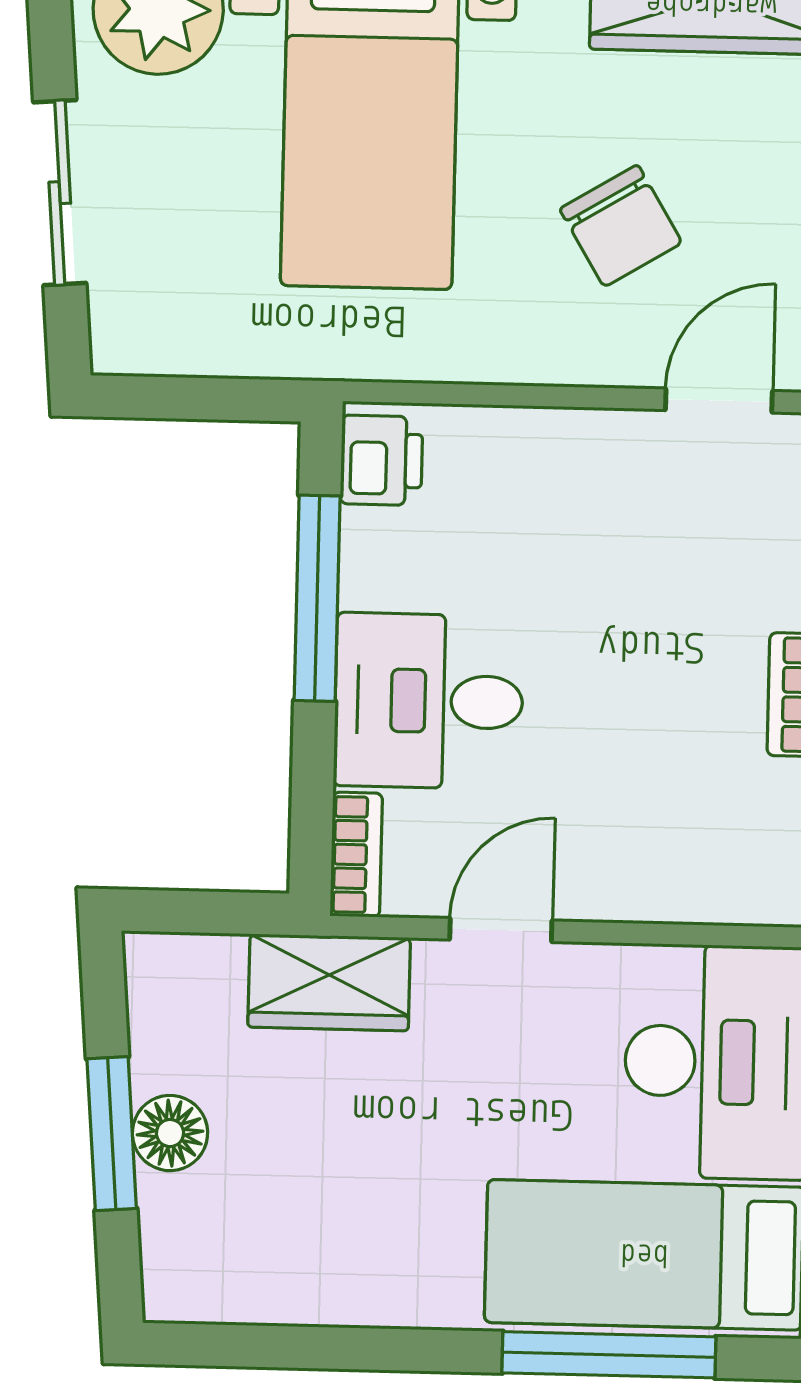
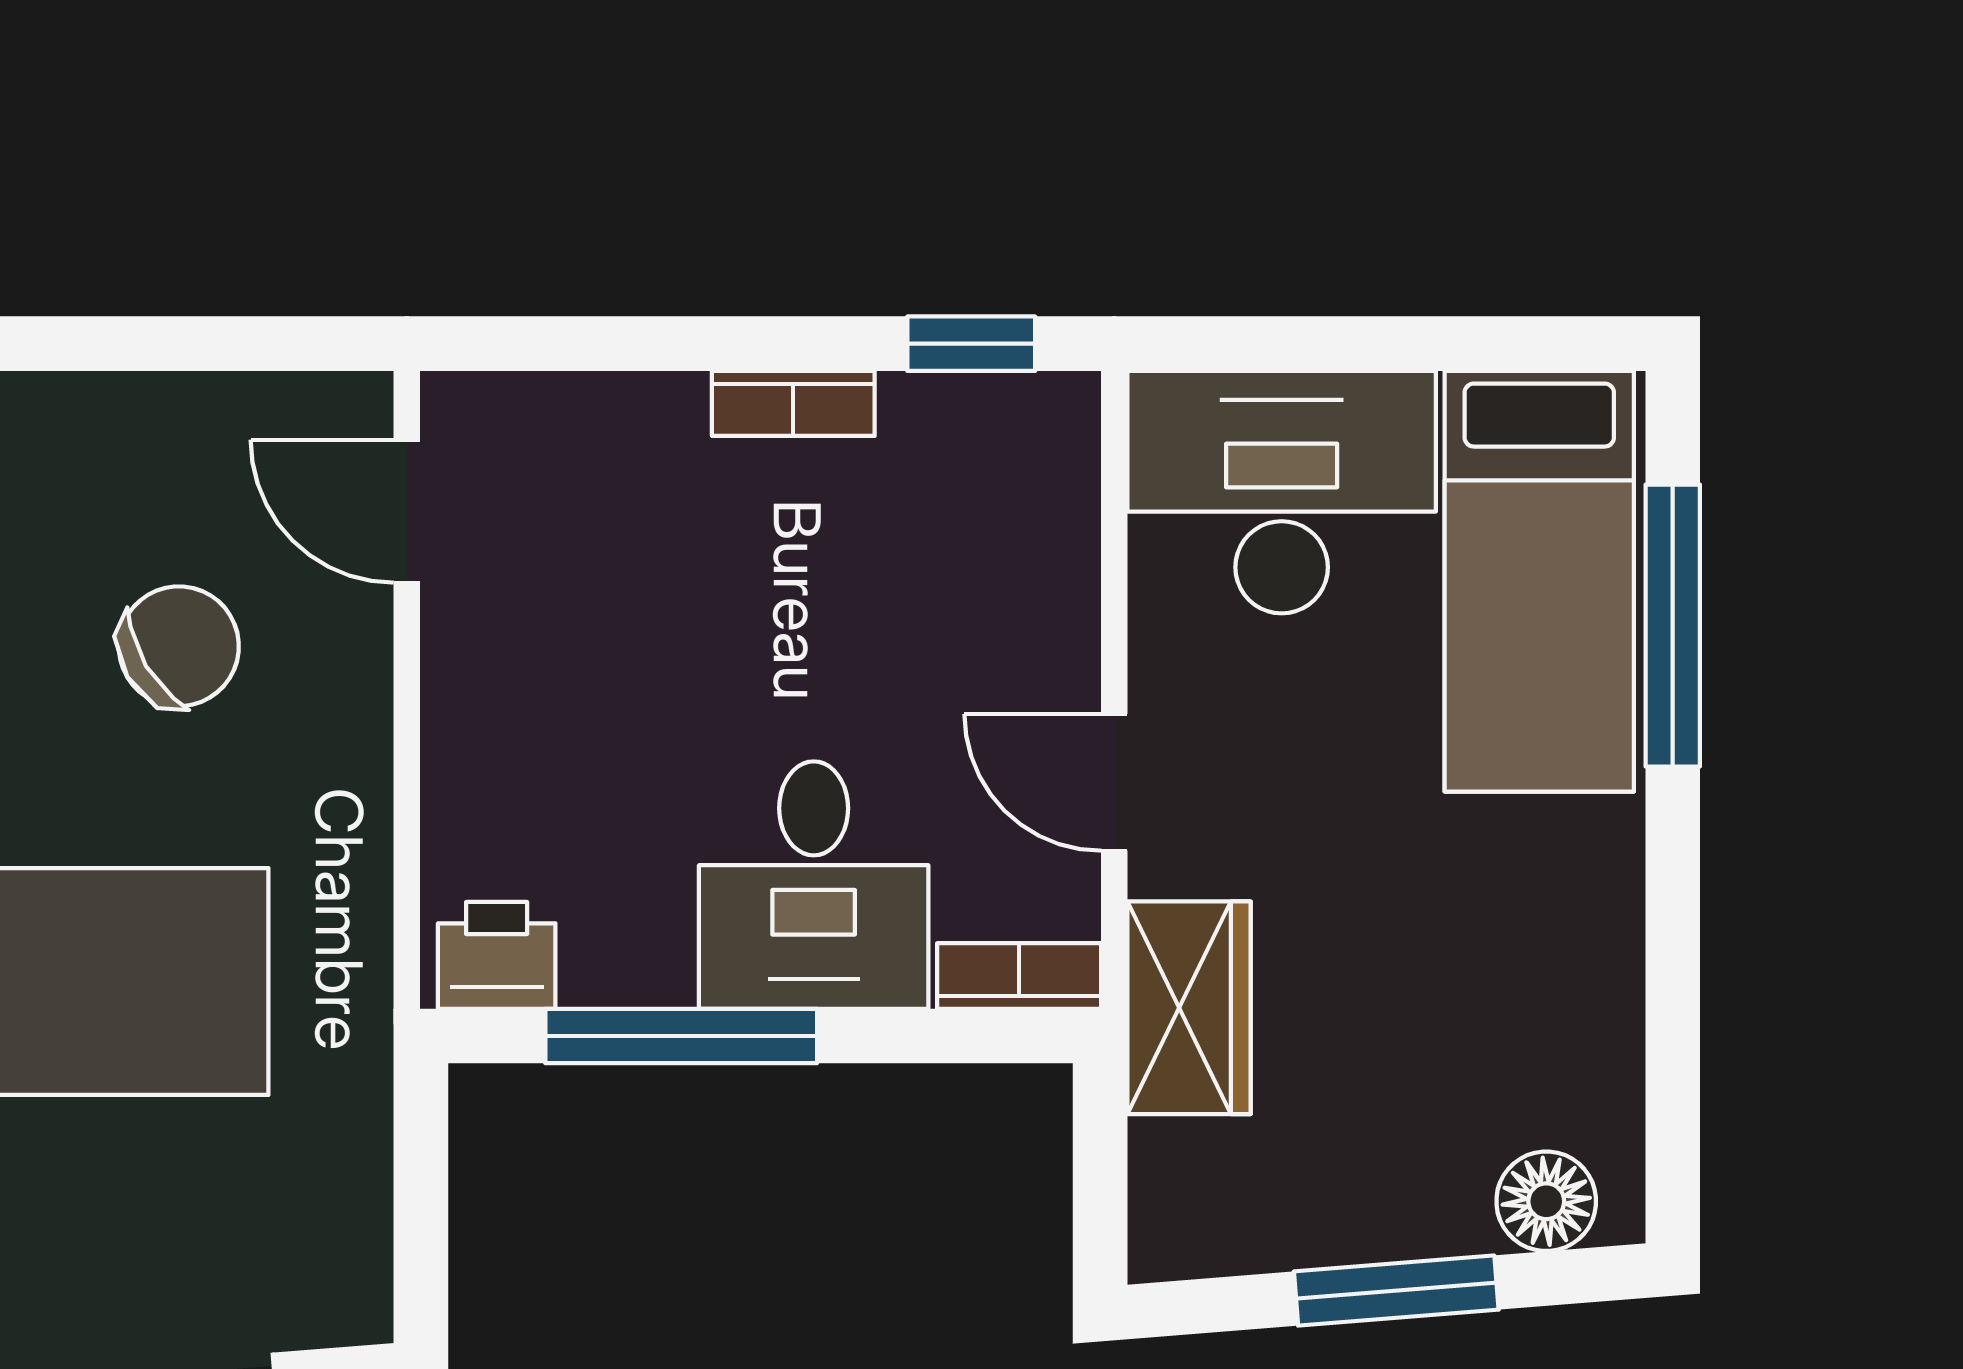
floor lamp: (170, 1133) -> (1546, 1201), moved

